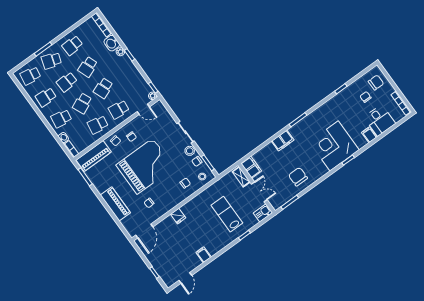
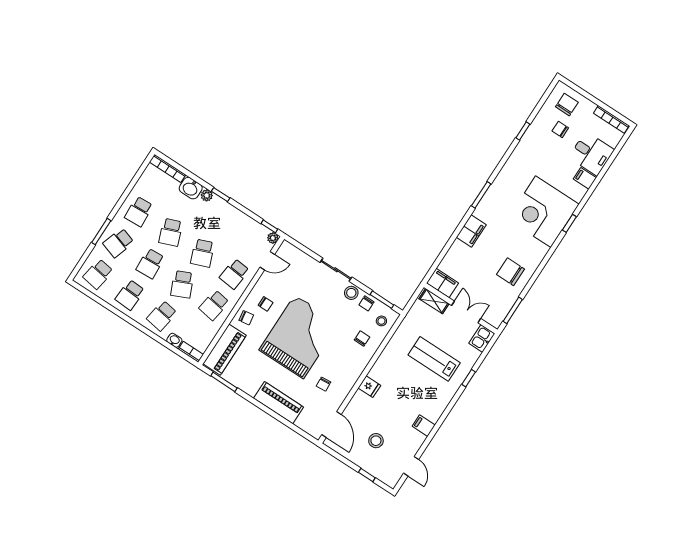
stool: (169, 253) -> (376, 441), added

